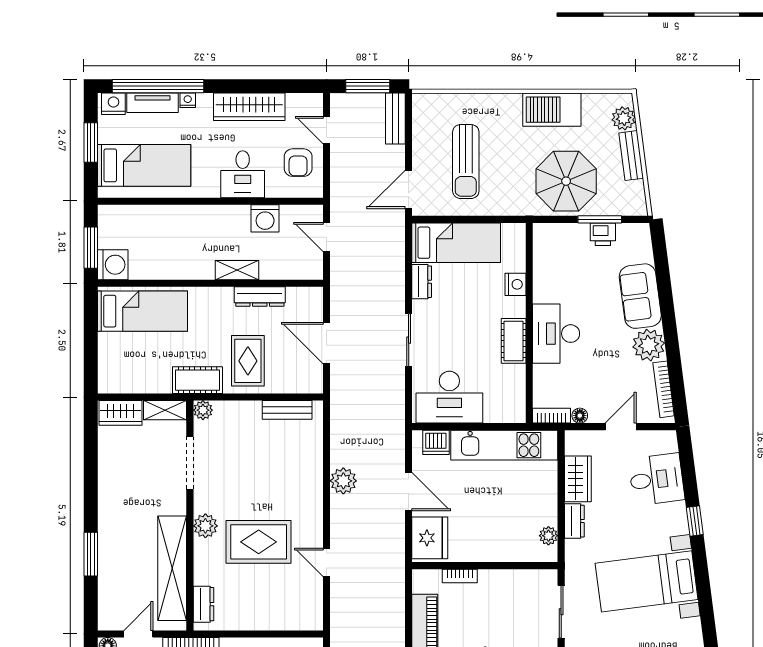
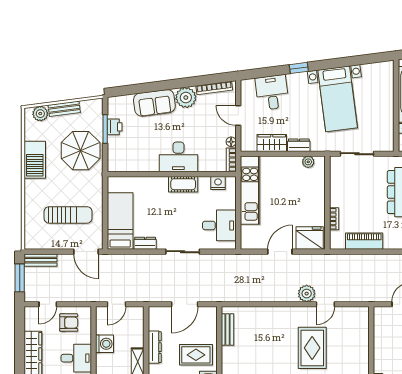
nightstand: (516, 284) -> (218, 183), moved
desk: (449, 397) -> (219, 225), width x0.73
dishwasher: (436, 442) -> (248, 234), removed
plant: (343, 481) -> (307, 294), moved

